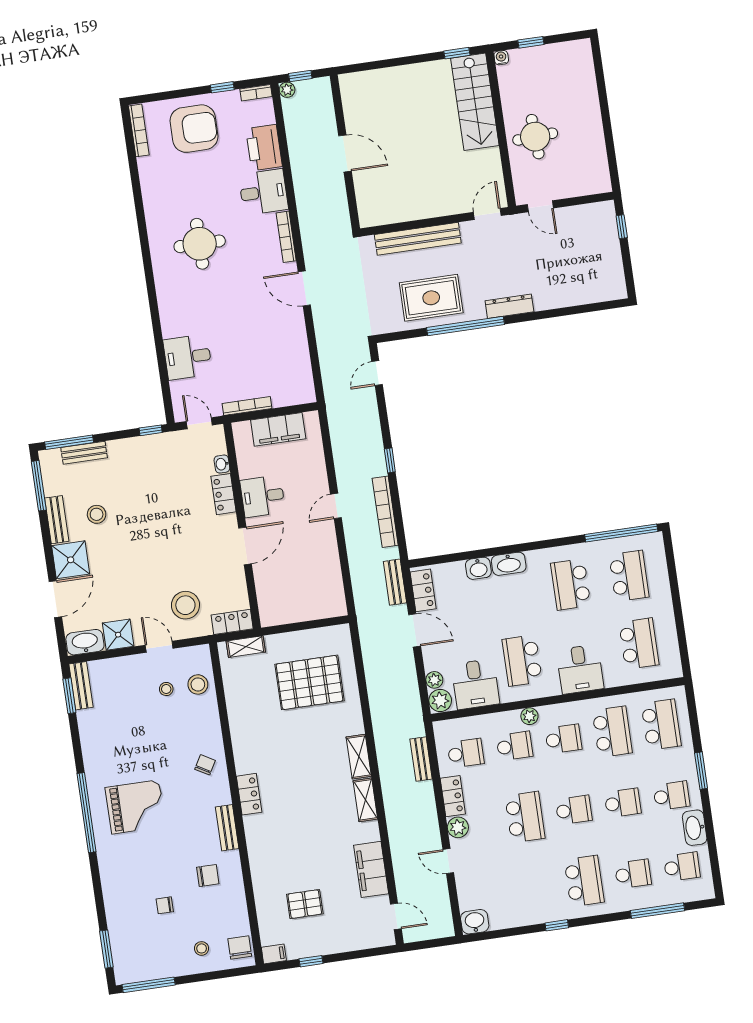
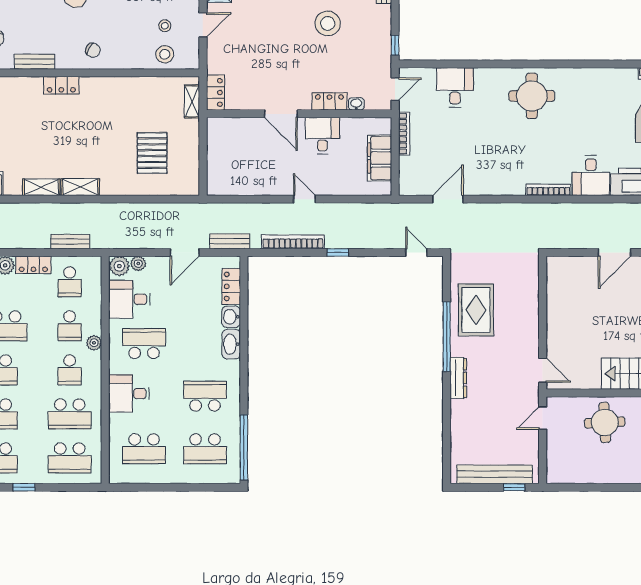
bench: (418, 239) -> (495, 474), moved, turned 90
round table: (200, 244) -> (532, 96), moved
door: (304, 288) -> (448, 199), moved
locker: (423, 590) -> (231, 286), moved, turned 90
stool: (185, 605) -> (328, 23), moved
pallet: (310, 682) -> (152, 153), width x0.73, depth x0.71
window: (701, 771) -> (24, 487), width x0.67

